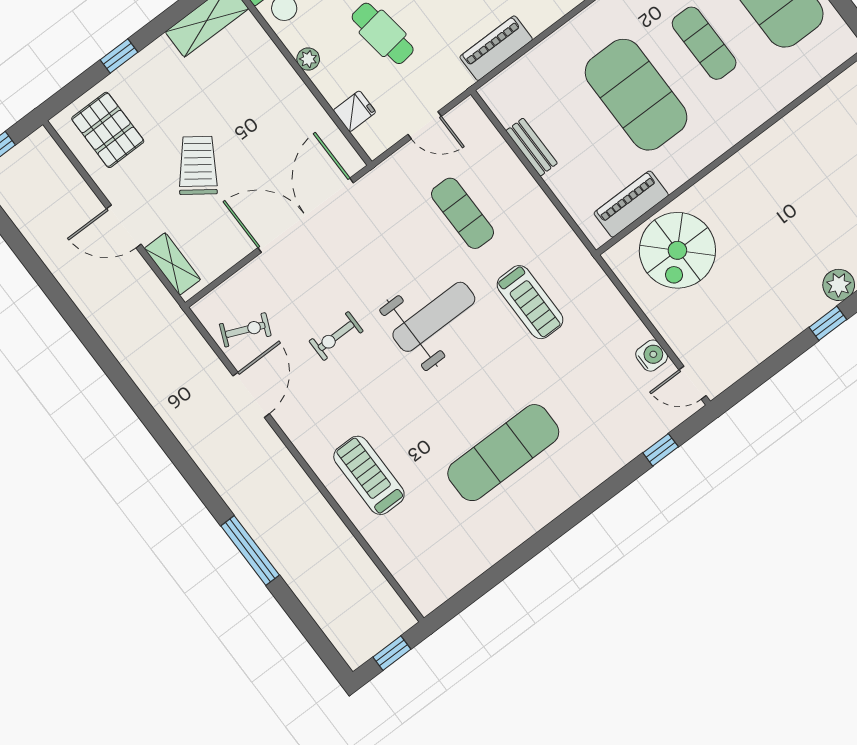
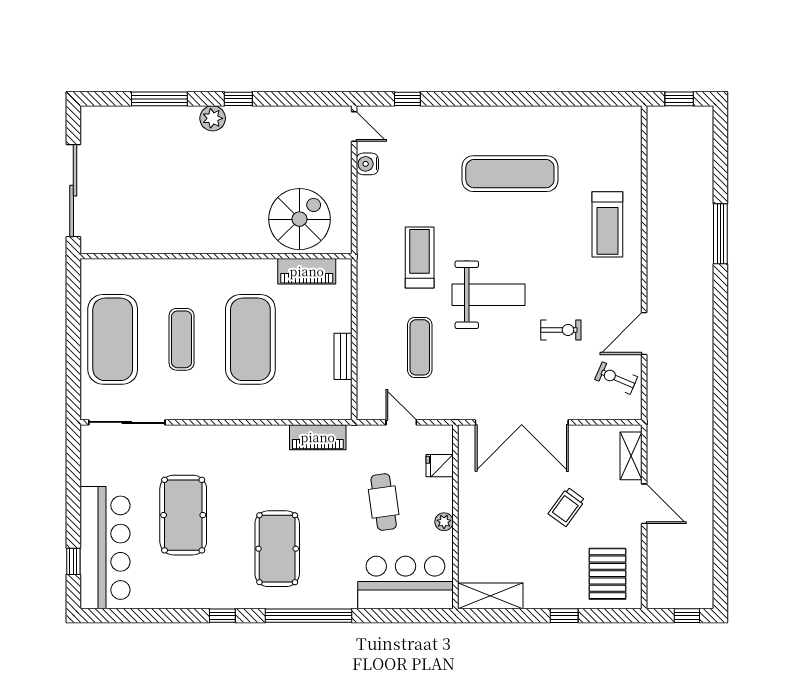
trolley: (198, 165) -> (567, 507), width x0.73, depth x0.72
weight bench: (434, 317) -> (489, 295), turned 180

